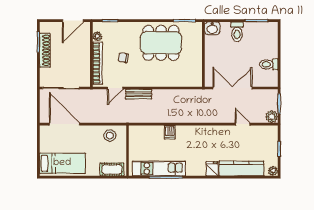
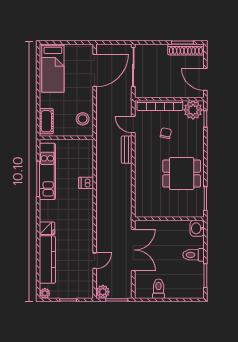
plant: (97, 36) -> (193, 110), width x1.87, depth x1.87
dining table: (161, 43) -> (182, 174), width x0.73
shoe rack: (45, 50) -> (186, 49), moved

